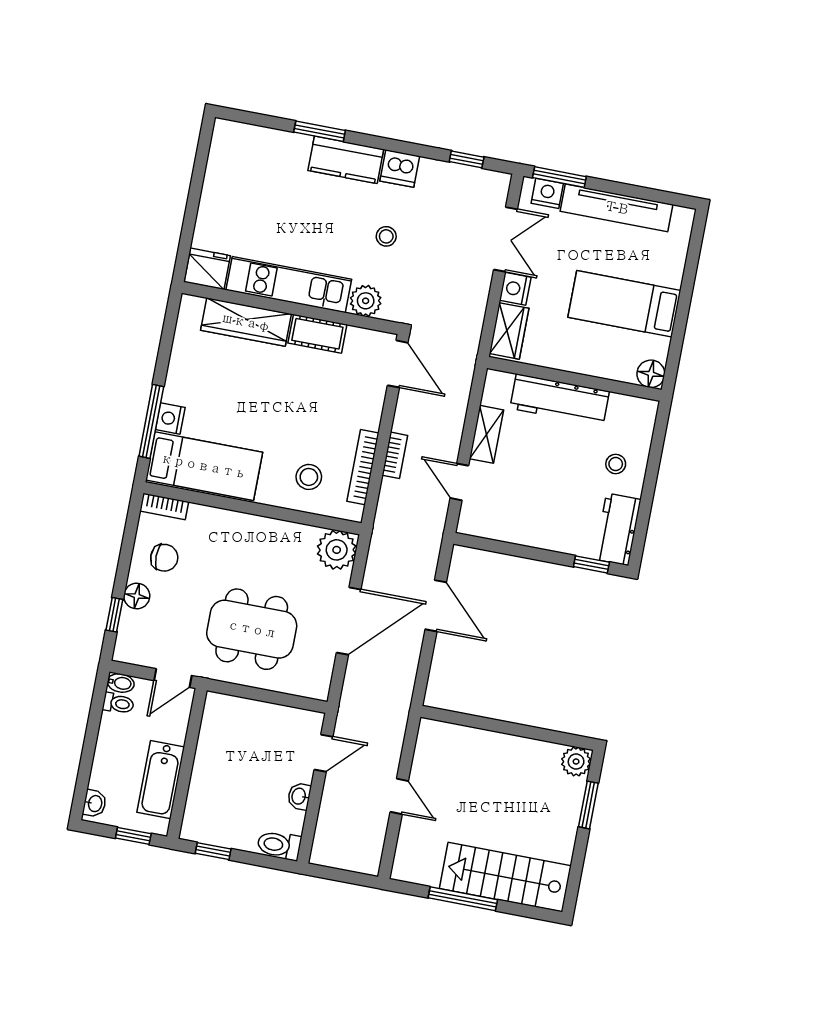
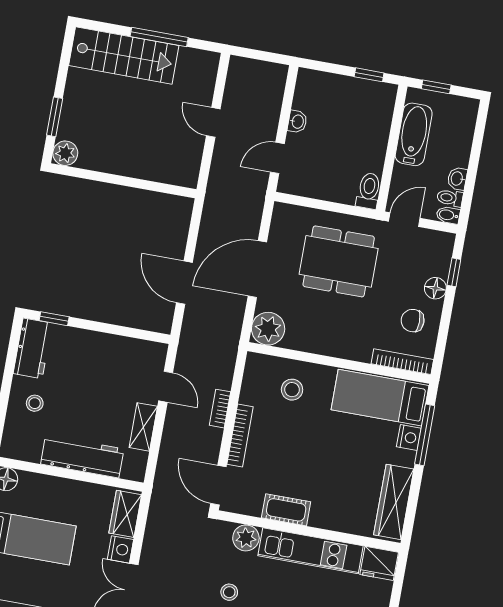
wardrobe: (246, 322) -> (394, 502), moved, turned -90
bookcase: (363, 467) -> (240, 436), moved
bookcase: (164, 506) -> (402, 362), width x1.56
washbasin: (95, 803) -> (457, 179), moved
toilet: (279, 845) -> (369, 191), moved, turned -90

